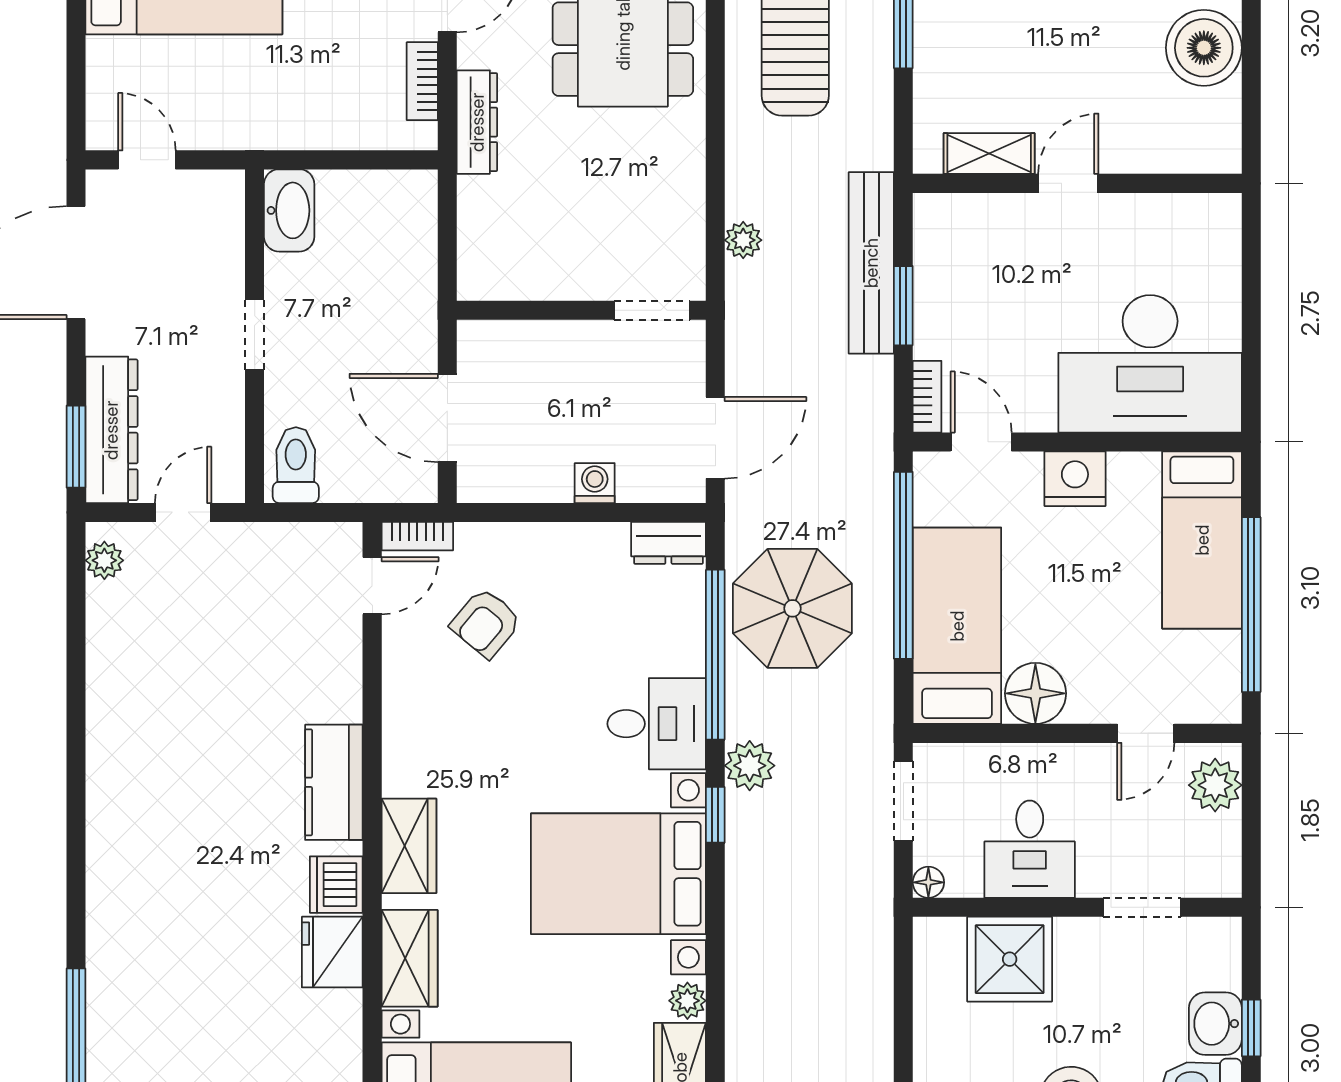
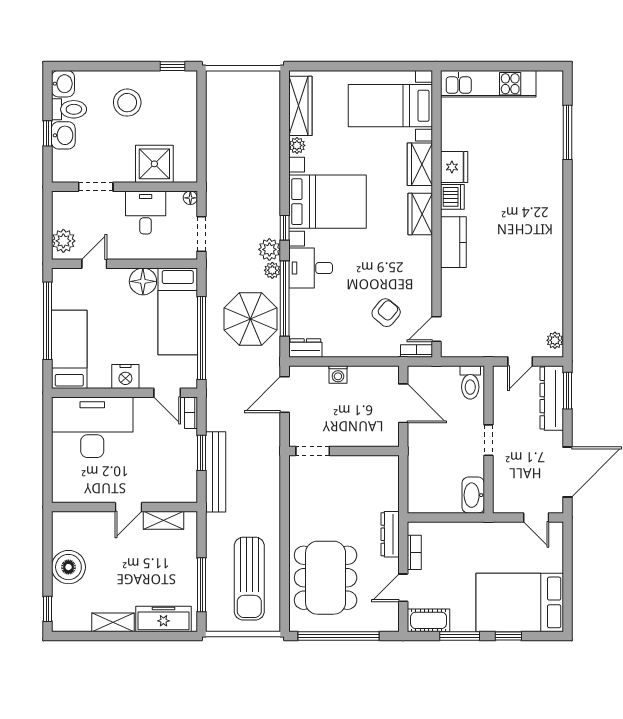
plant: (743, 240) -> (272, 270), moved

